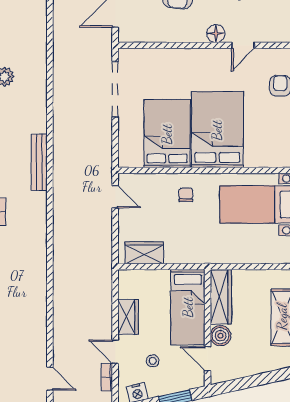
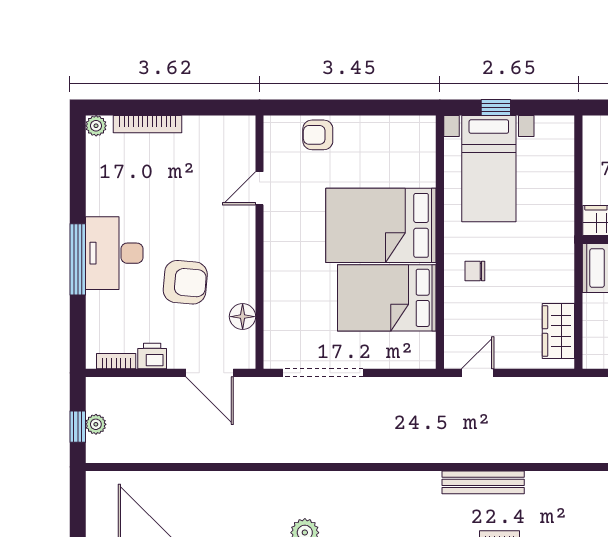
floor lamp: (216, 34) -> (243, 317), moved
door: (243, 45) -> (259, 188), swing flipped
bench: (39, 162) -> (483, 482), moved

